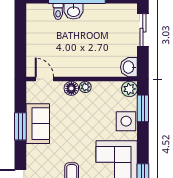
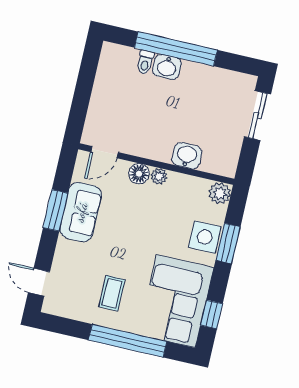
washbasin: (129, 67) -> (187, 156), moved, turned 90
door: (44, 79) -> (104, 152), swing flipped
window: (143, 108) -> (228, 244), moved

